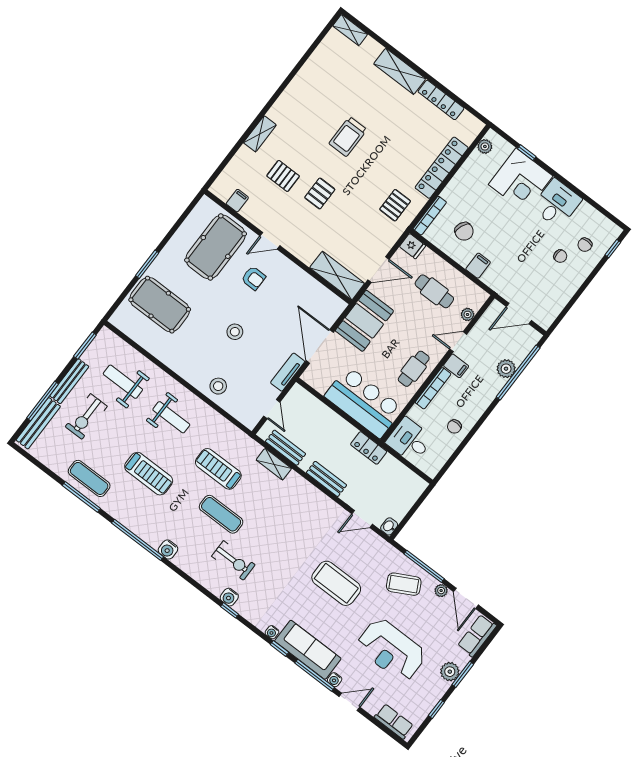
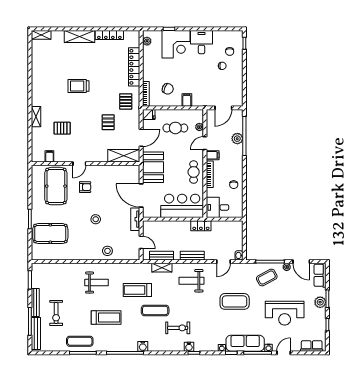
trolley: (348, 137) -> (79, 86), turned 90
pallet: (320, 193) -> (108, 122), moved
weight bench: (123, 382) -> (191, 281), moved

